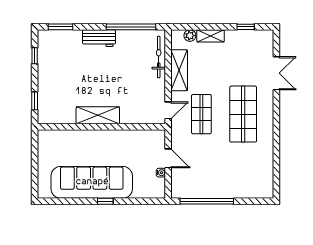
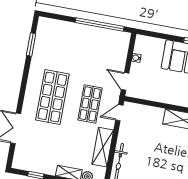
door: (168, 158) -> (125, 81), moved
window: (276, 166) -> (31, 45), added

